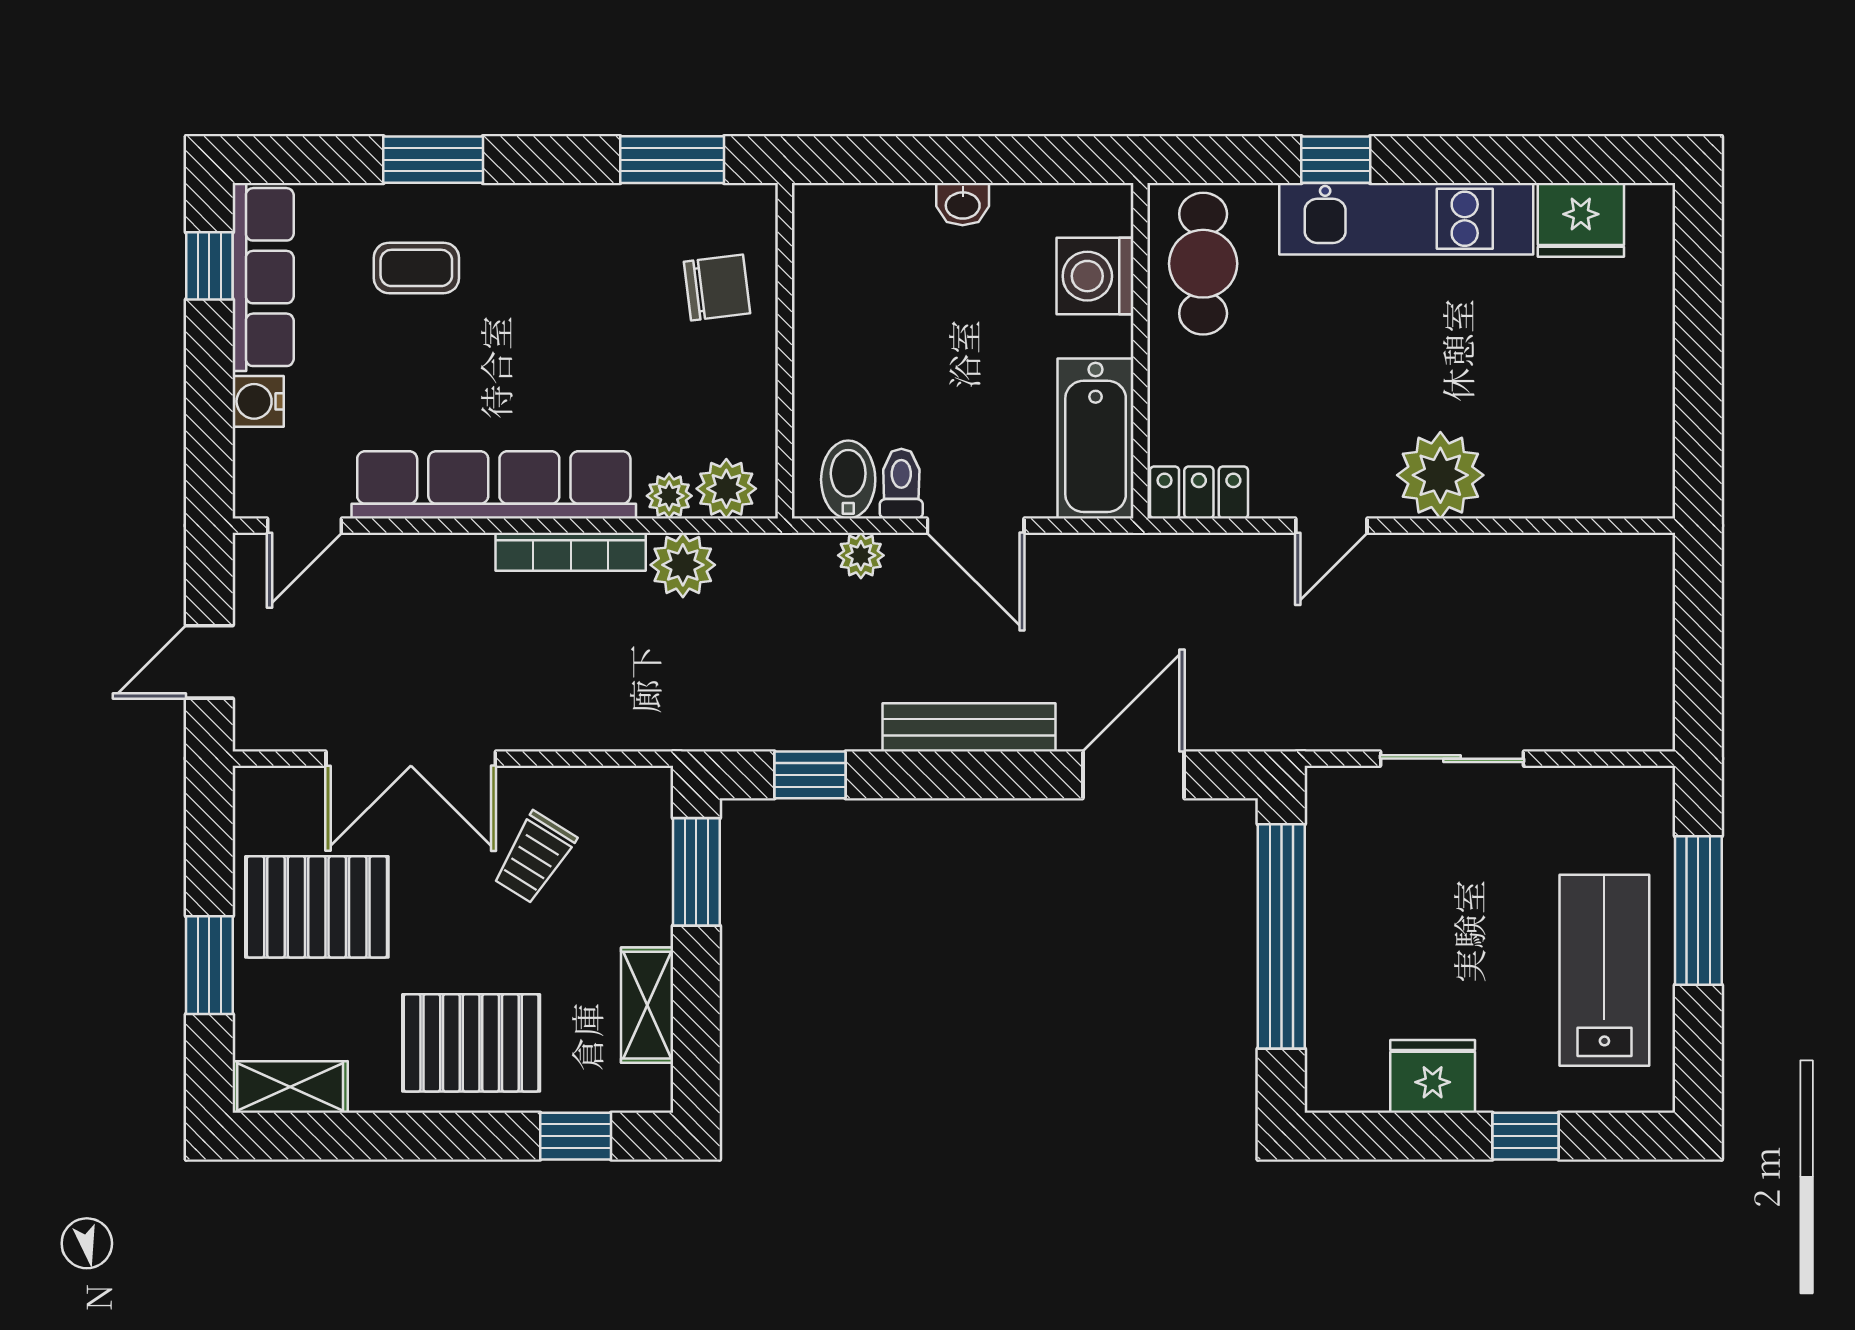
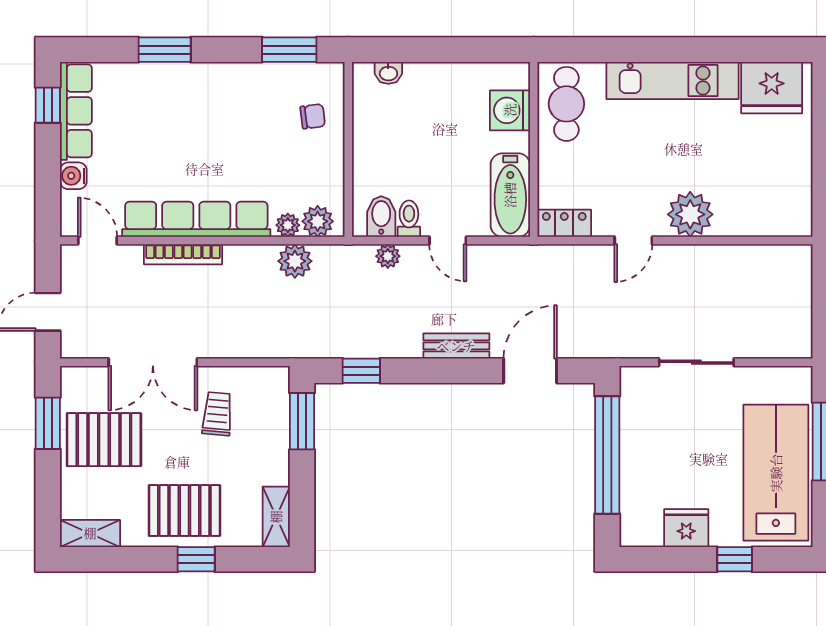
window: (1336, 160) -> (636, 50), removed
washbasin: (963, 204) -> (388, 73), moved
fridge: (1581, 220) -> (772, 88), width x1.36, depth x1.34
coffee table: (416, 268) -> (156, 106), removed
chair: (717, 288) -> (313, 116), width x0.73, depth x0.73
door: (305, 526) -> (98, 241), swing flipped
door: (976, 526) -> (448, 241), width x0.73
bookcase: (571, 552) -> (183, 254), moved
bench: (969, 727) -> (456, 346), width x0.73
trolley: (534, 858) -> (217, 414), turned 153
window: (209, 965) -> (48, 423), moved
lab bench: (1604, 970) -> (776, 473), width x1.36, depth x1.39
shelving: (647, 1005) -> (276, 517), moved
window: (576, 1136) -> (196, 559), moved

